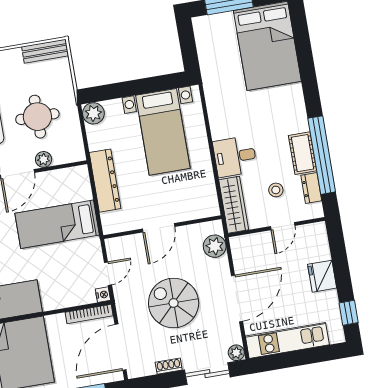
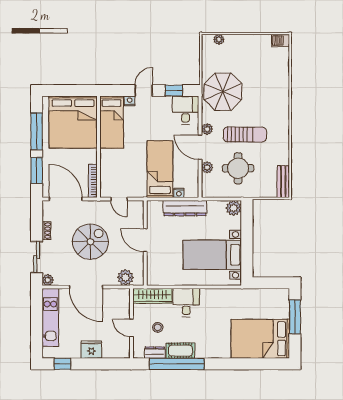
nightstand: (103, 295) -> (179, 193), moved

